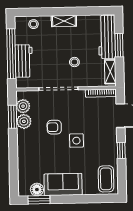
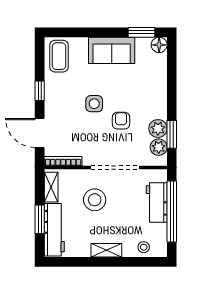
stool: (74, 62) -> (95, 200), width x1.89, depth x1.89
armchair: (54, 127) -> (121, 121), turned -90
floor lamp: (37, 190) -> (159, 45), moved

